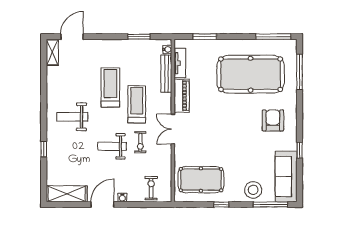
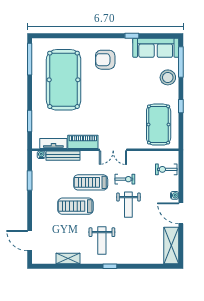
shelving: (52, 52) -> (68, 258), moved
window: (299, 72) -> (61, 36), removed
window: (44, 149) -> (110, 266), moved

